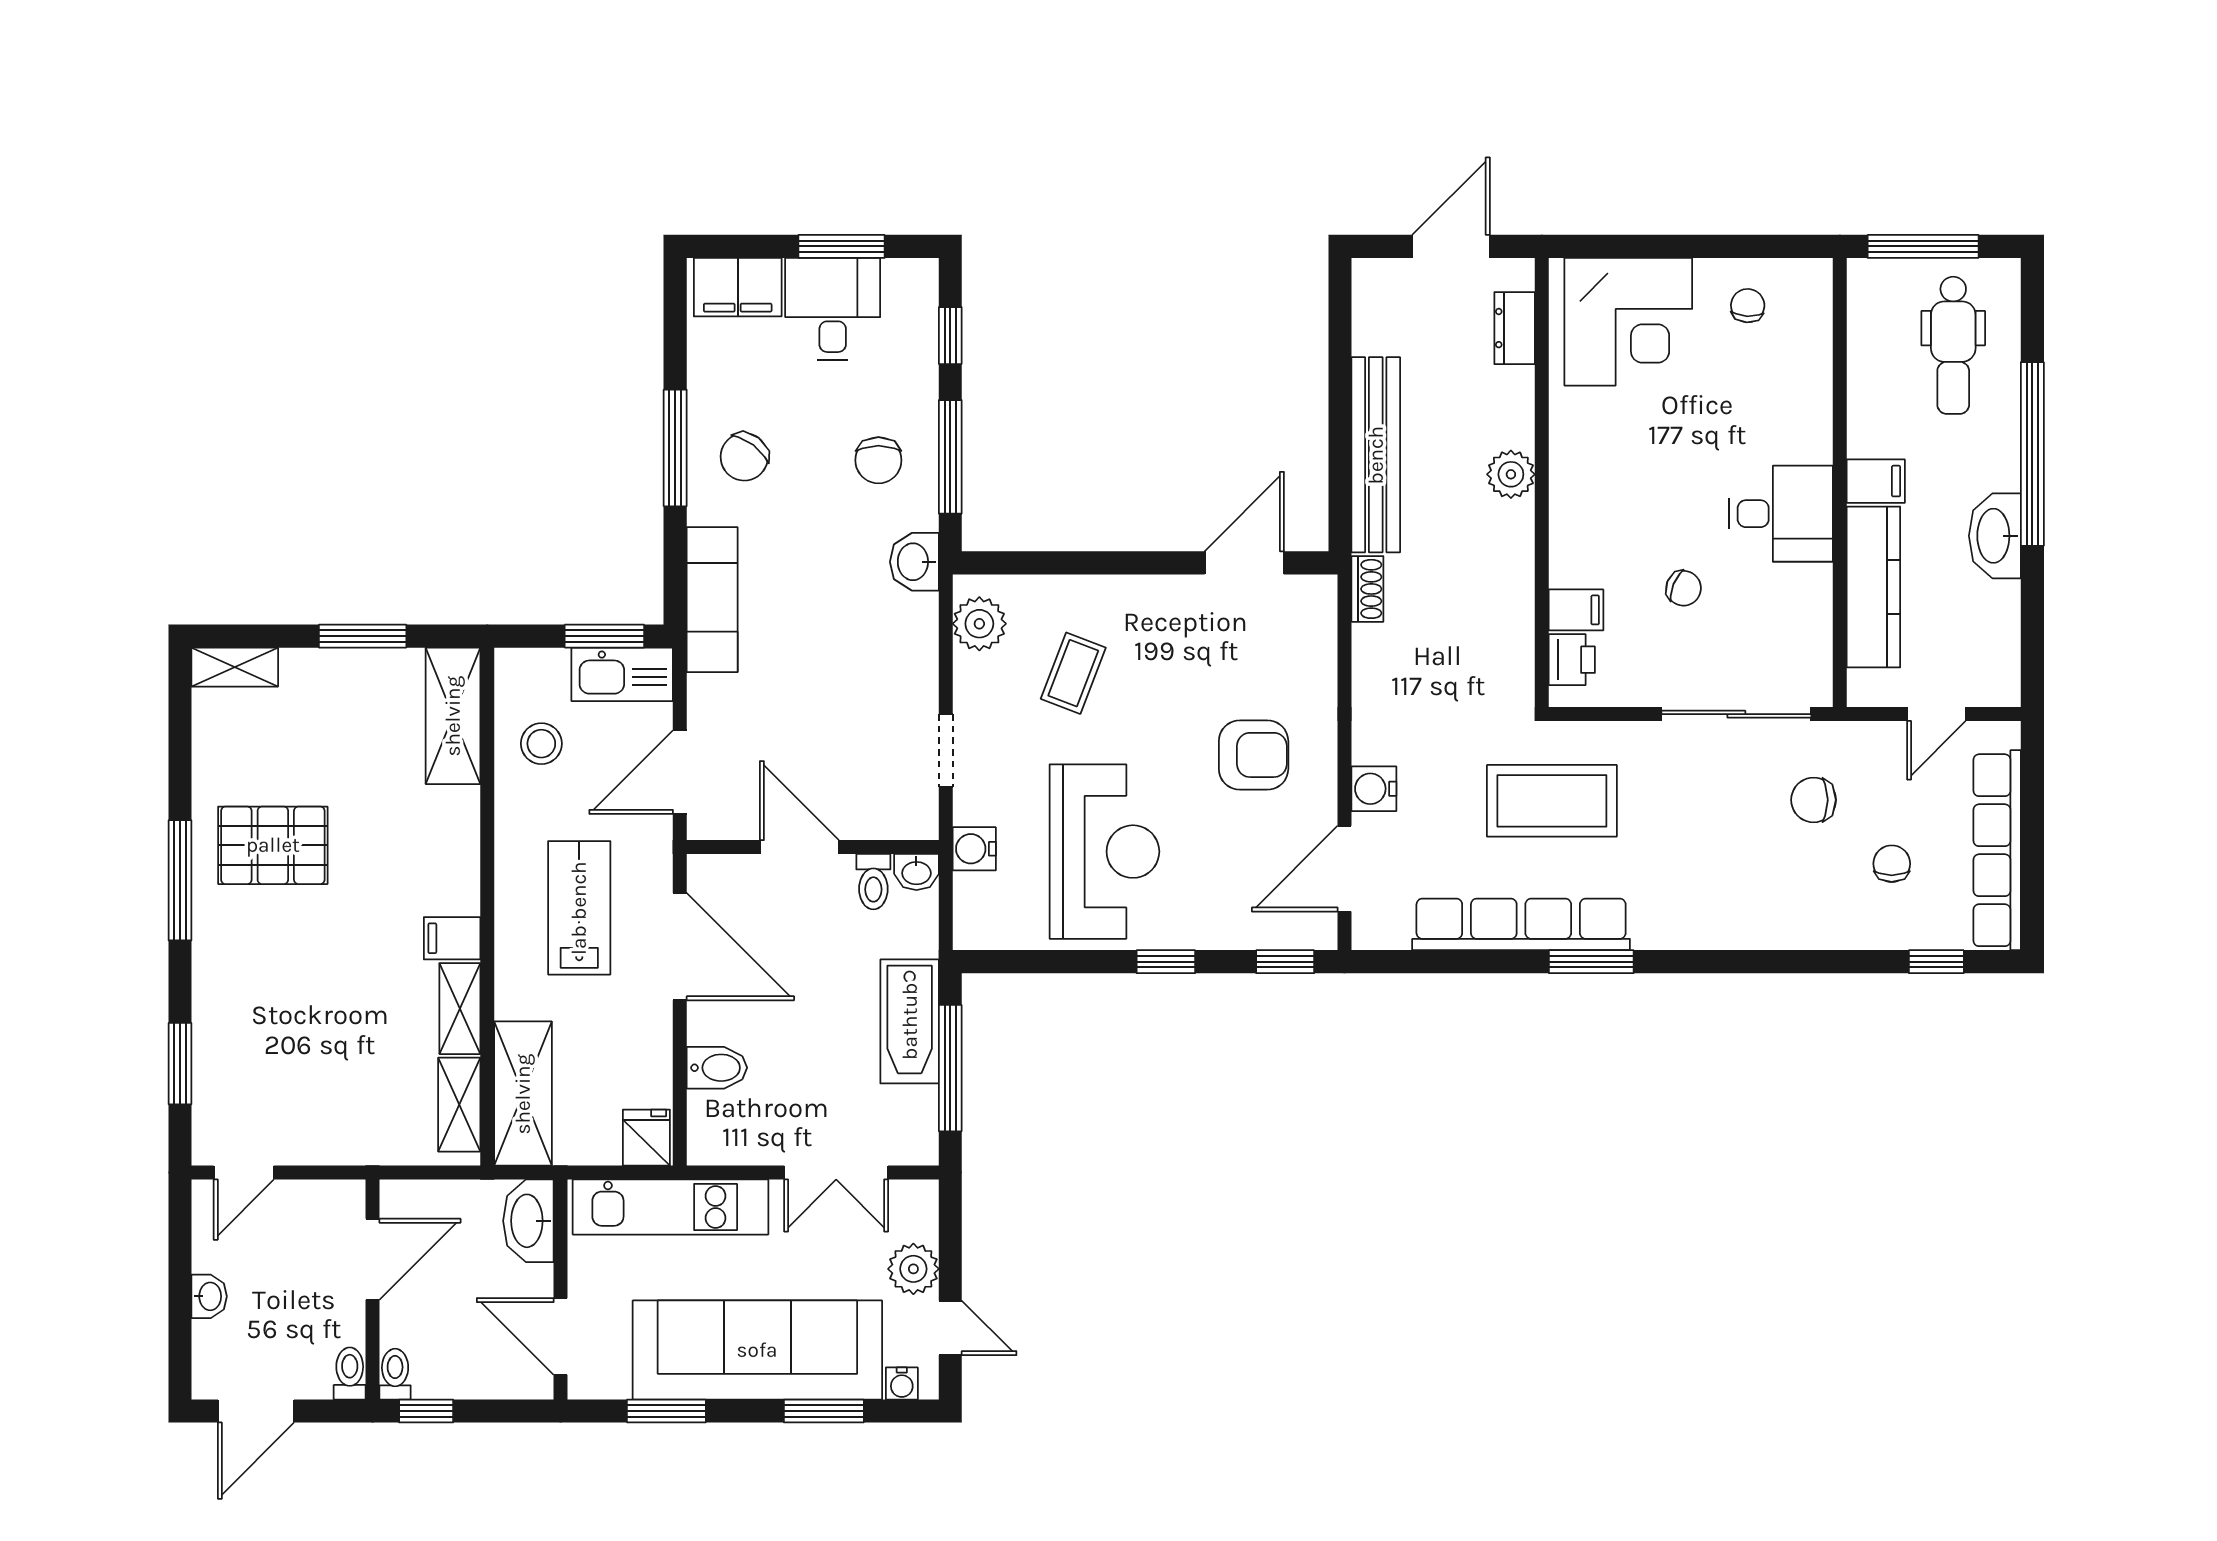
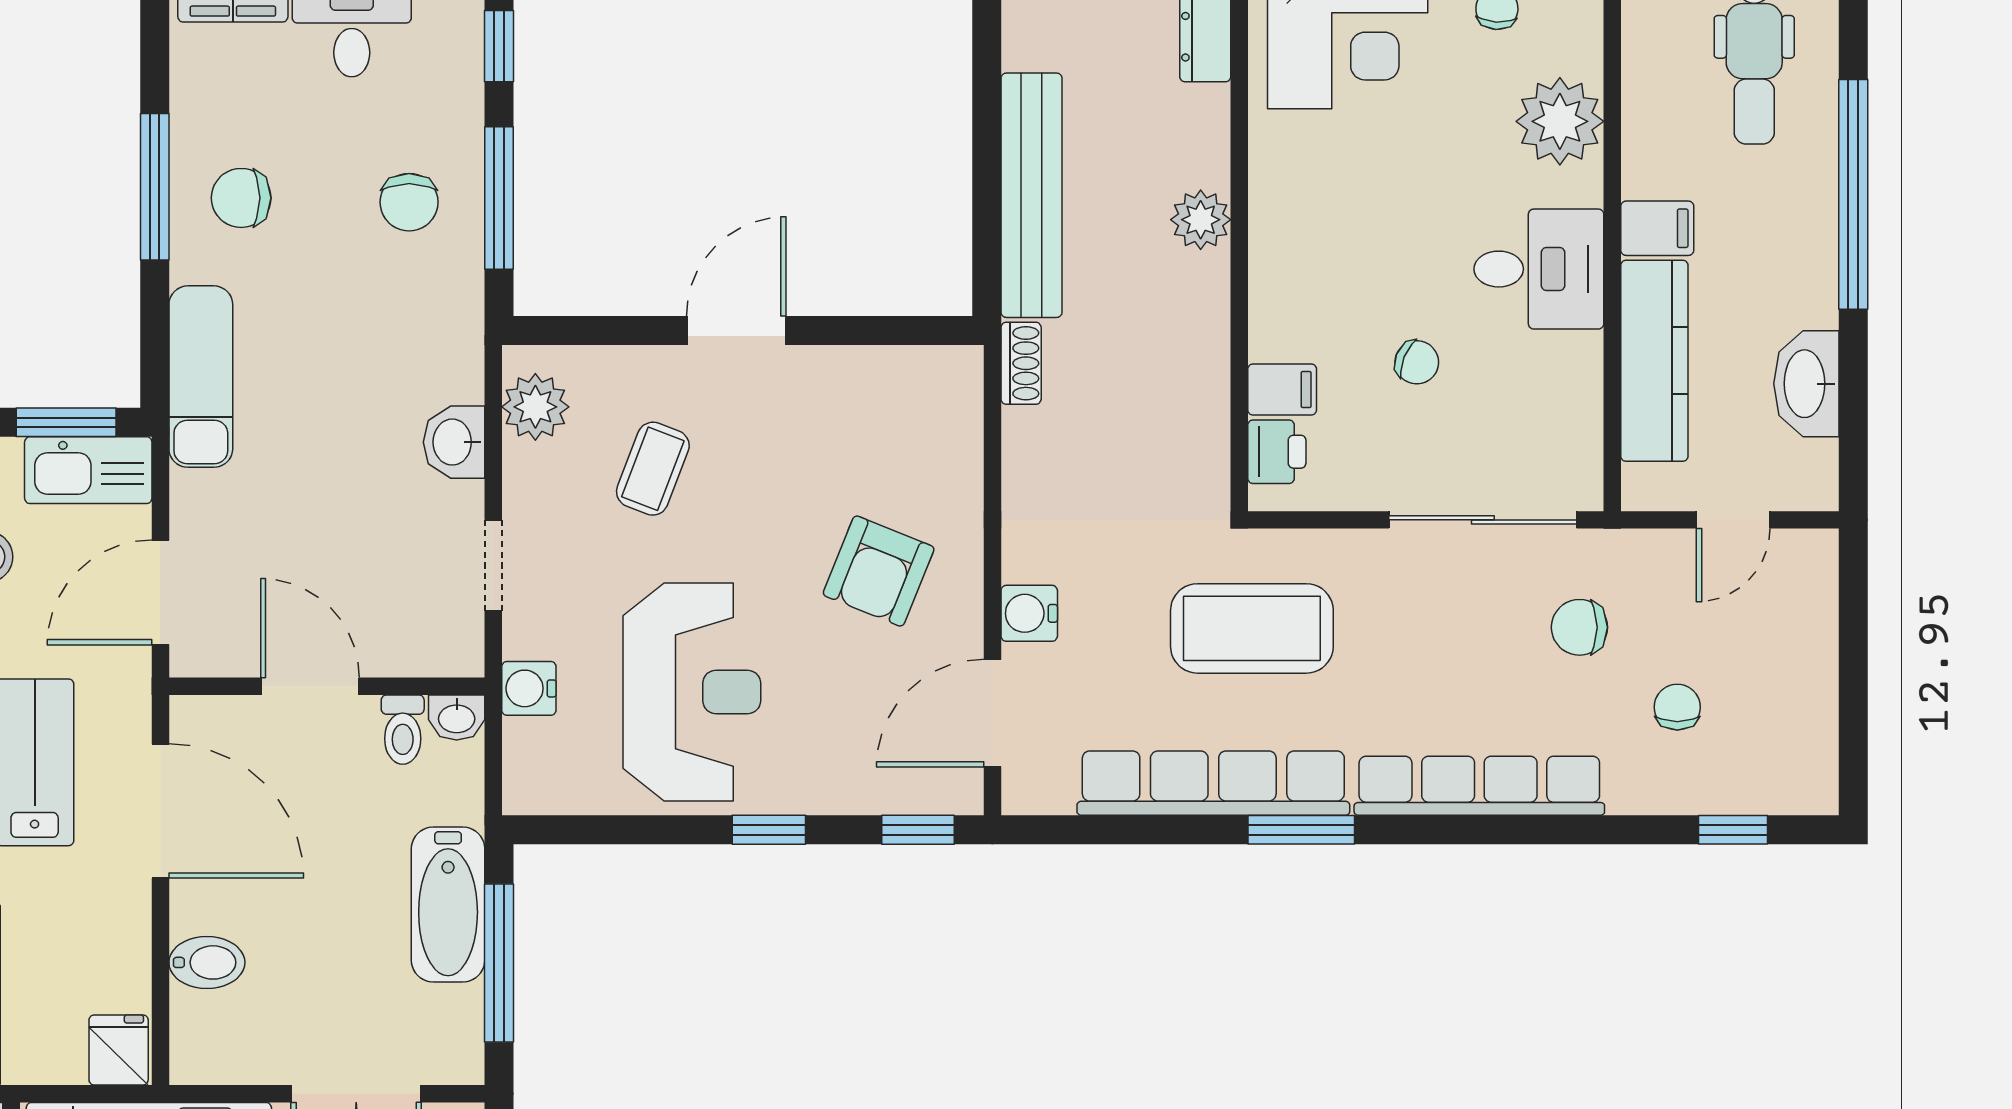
plant: (1798, 396) -> (1560, 121), added
chair: (744, 457) -> (241, 198), turned 53
washbasin: (1995, 536) -> (1806, 384), moved
washbasin: (914, 562) -> (454, 442), moved
door: (1244, 563) -> (736, 331), moved
armchair: (1254, 755) -> (879, 571), turned 112
row of seats: (1997, 850) -> (1479, 786), moved, turned 90

